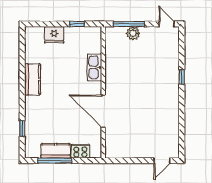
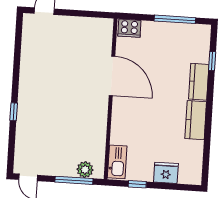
plant: (133, 33) -> (85, 170), moved
kitchen sink: (95, 67) -> (117, 162), moved
kitchen counter: (56, 151) -> (199, 82), moved, turned 90
cooker: (80, 151) -> (129, 28), moved

